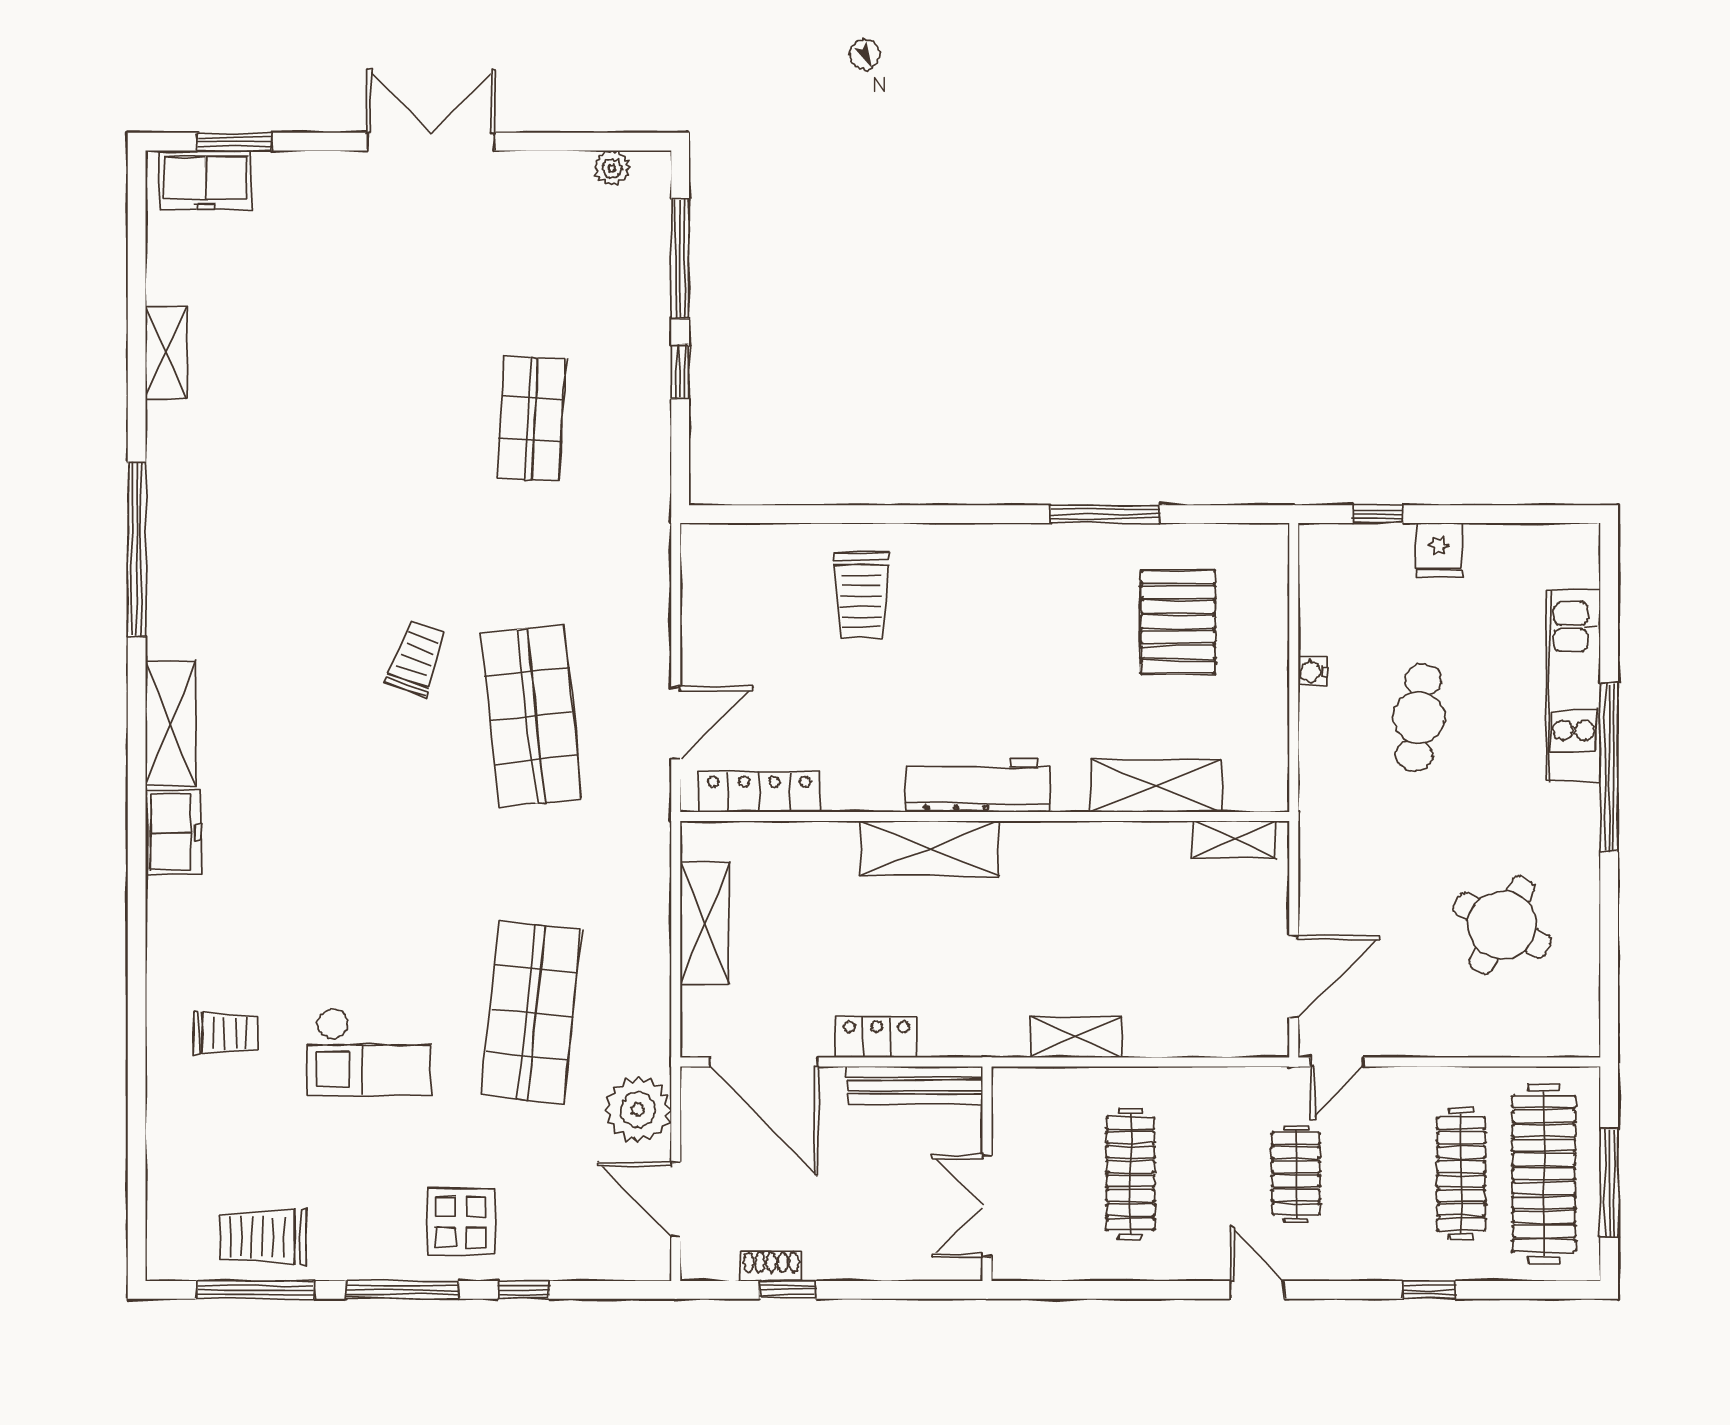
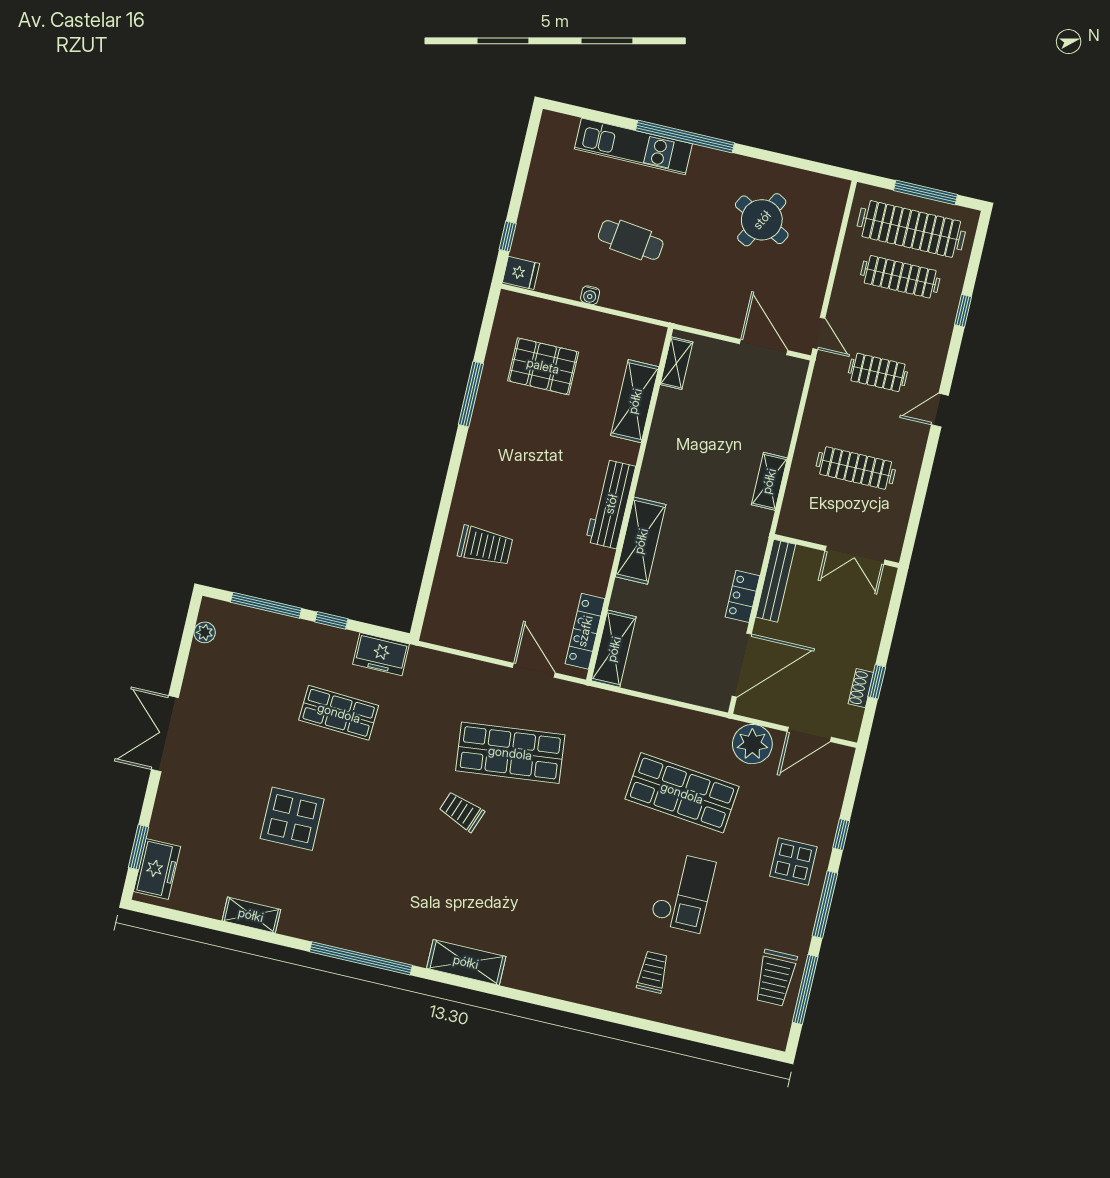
display table: (340, 383) -> (292, 819), added
fridge: (1439, 550) -> (521, 273), moved
freezer: (173, 832) -> (381, 654), moved, turned 180
shelving: (705, 923) -> (614, 649), moved, turned 90

